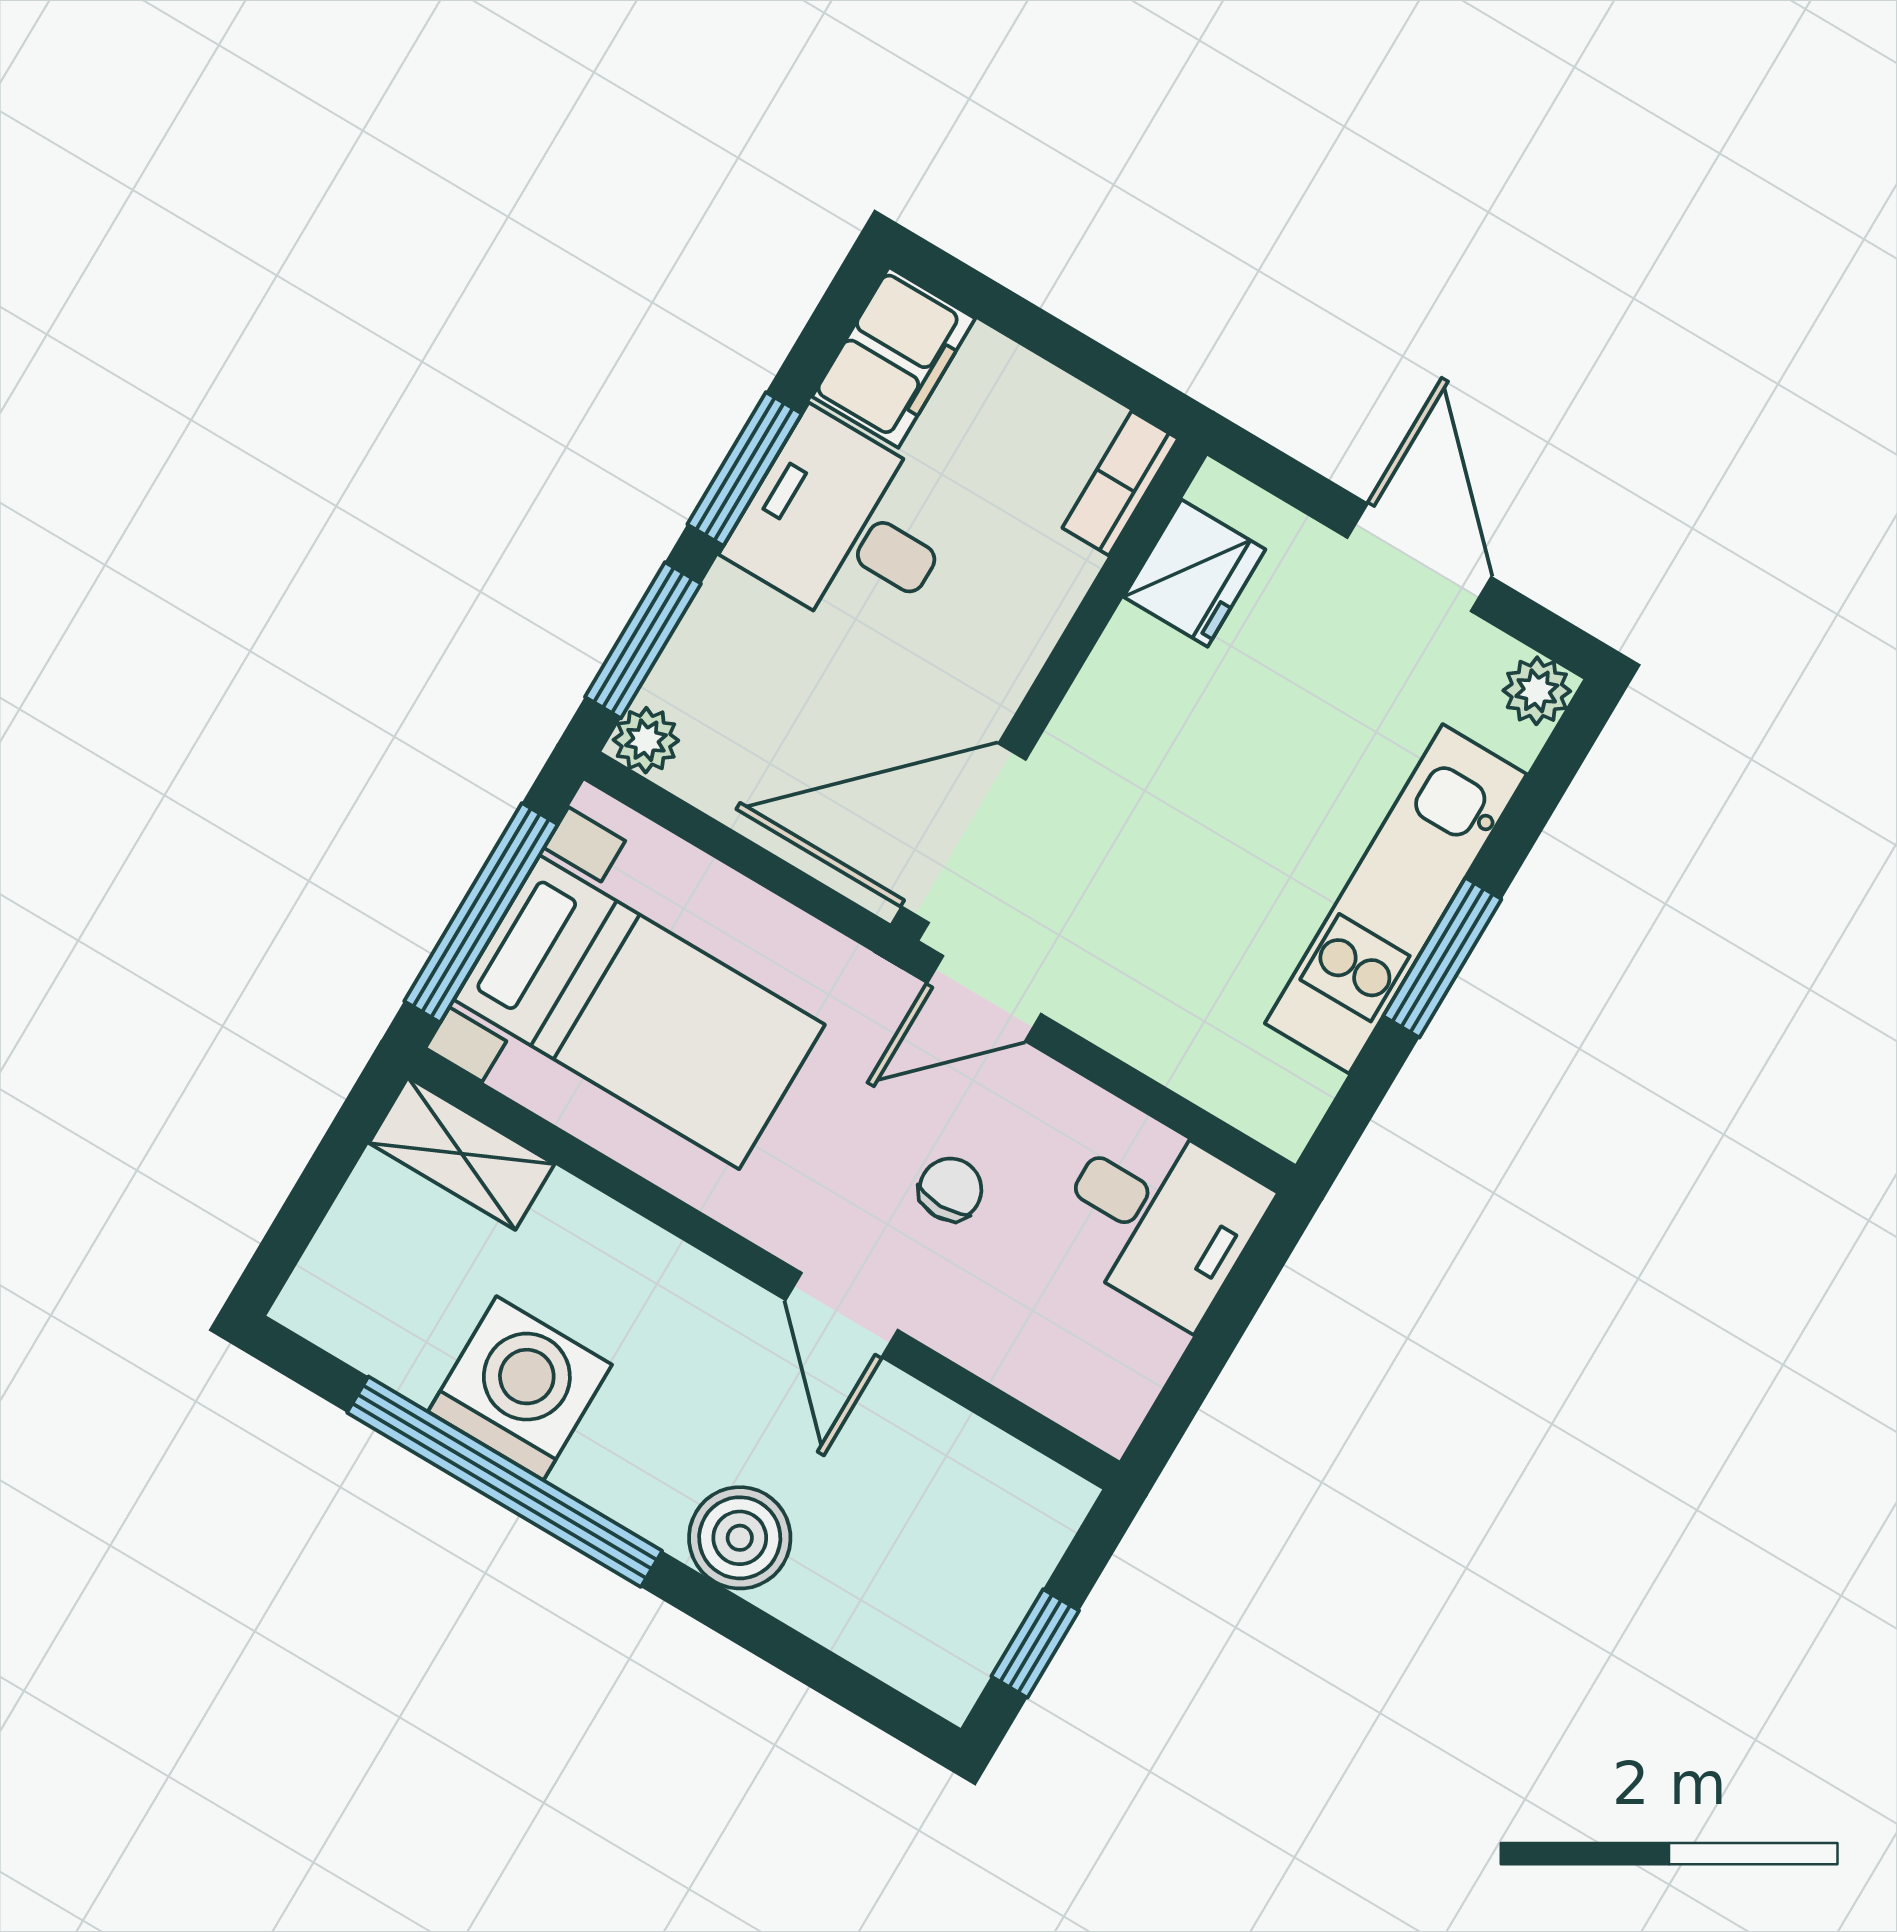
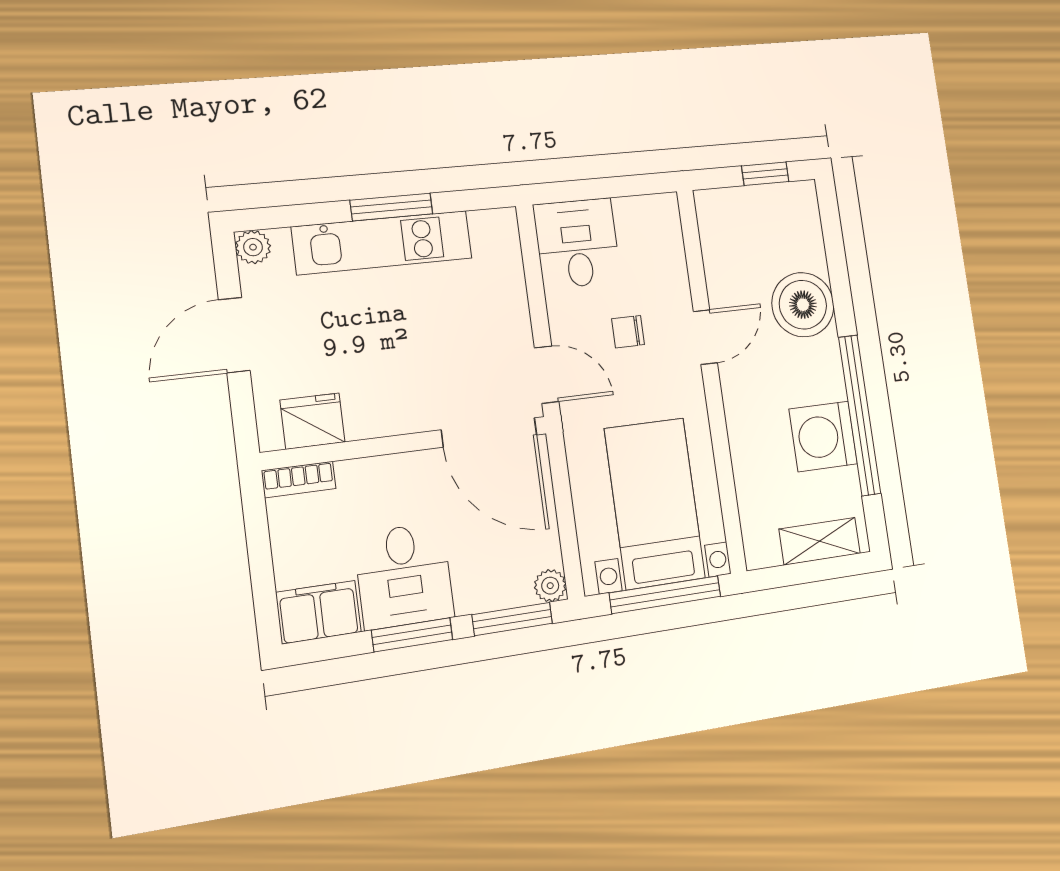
shelving: (462, 1154) -> (820, 541), moved, turned 90
boiler: (740, 1538) -> (803, 305), width x1.37, depth x1.37

